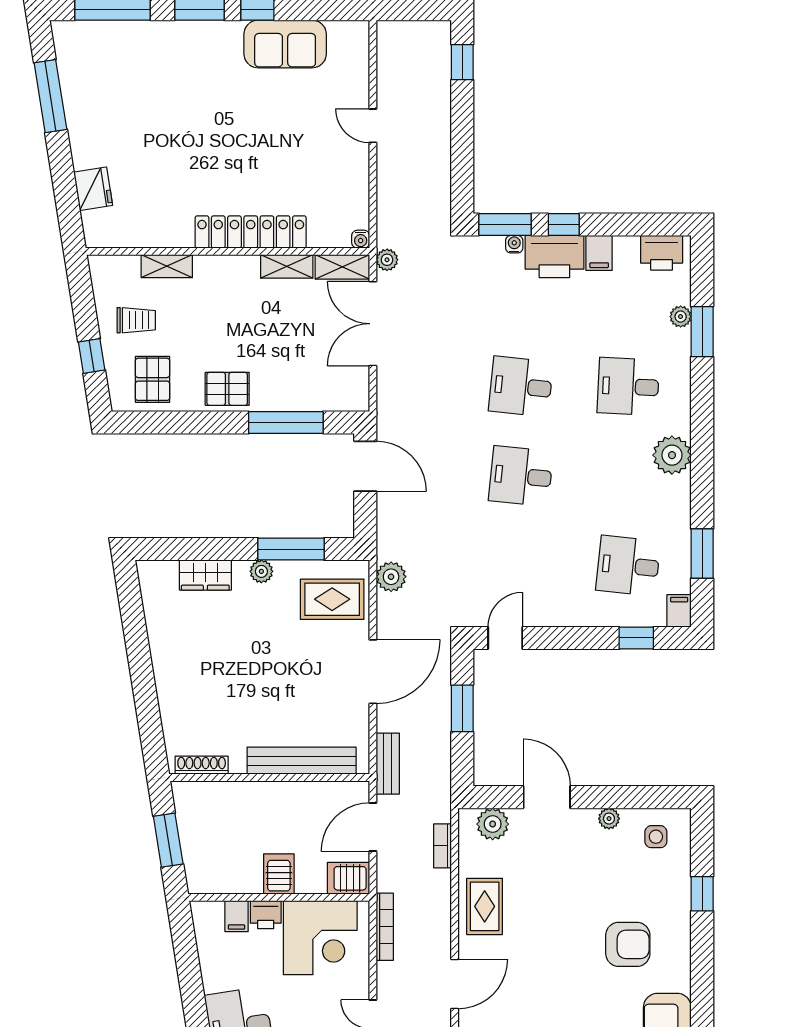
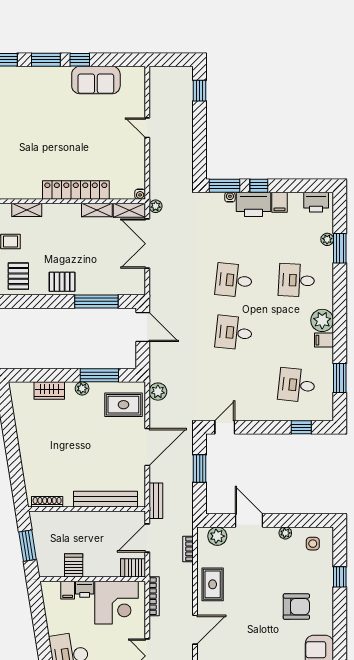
filing cabinet: (679, 611) -> (324, 340), moved, turned -90
server rack: (279, 874) -> (74, 565), moved

